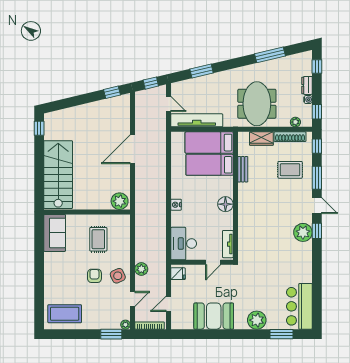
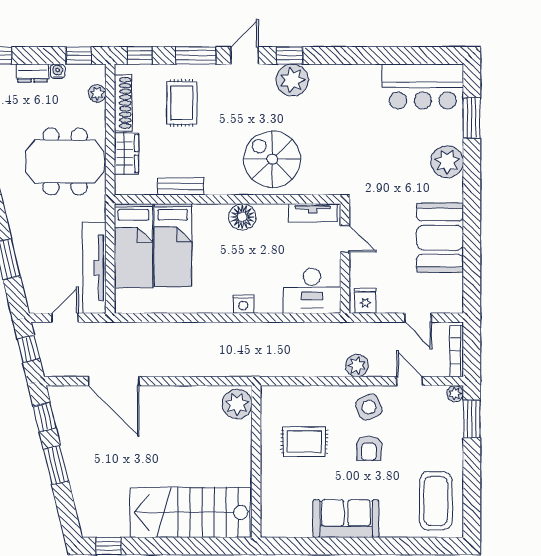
window: (85, 99) -> (56, 465), added
door: (133, 149) -> (114, 381), moved
spiral stairs: (258, 221) -> (272, 159), added
sofa: (55, 233) -> (346, 519), moved
armchair: (94, 276) -> (369, 448), turned -90

